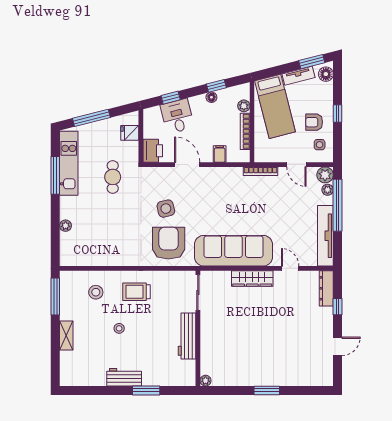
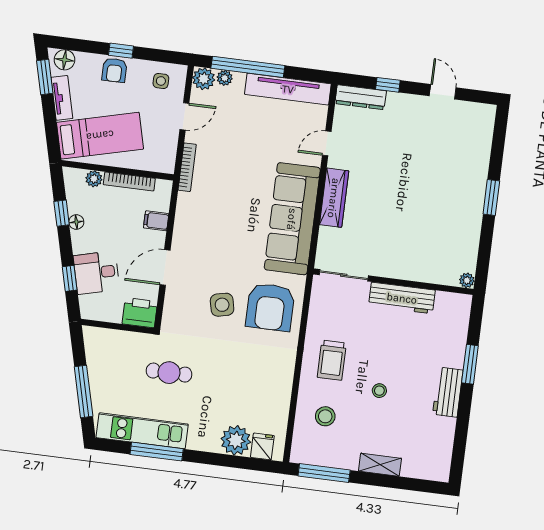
armchair: (314, 122) -> (114, 70), moved
fridge: (130, 133) -> (262, 446), moved, turned 180
plant: (66, 226) -> (236, 440), width x1.88, depth x1.88
armchair: (169, 243) -> (270, 307), turned -90

